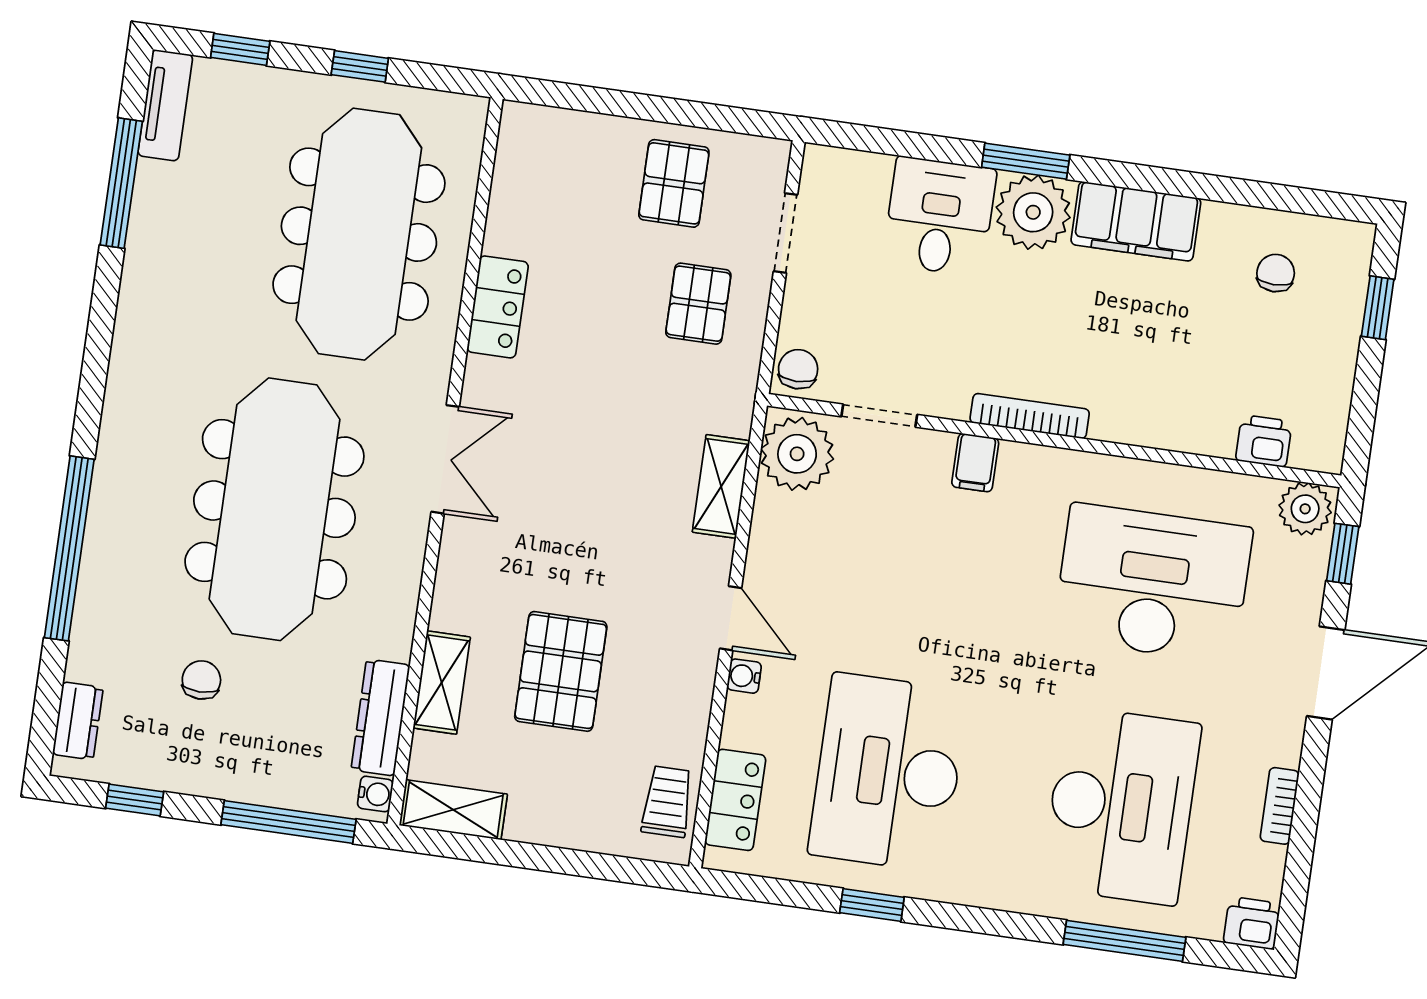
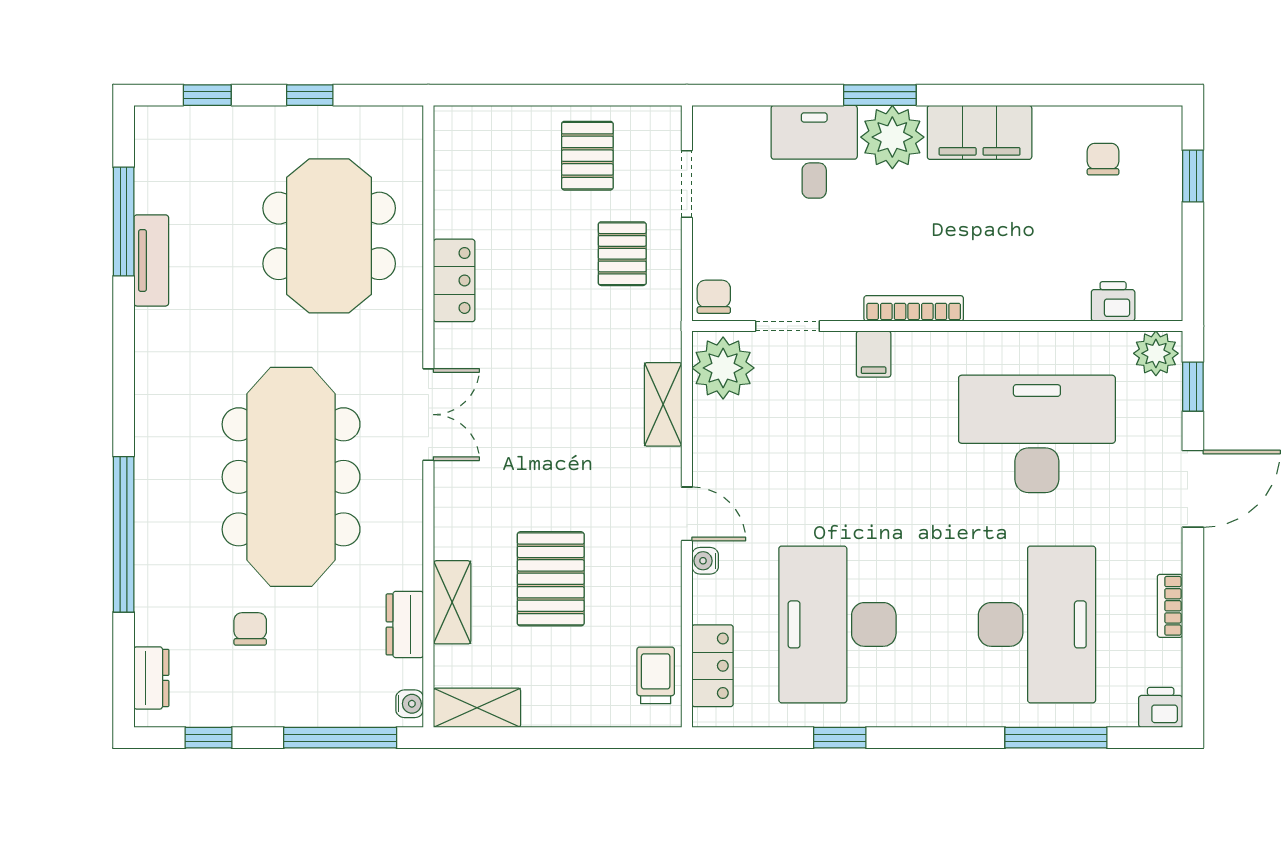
tv unit: (165, 105) -> (151, 260), moved
meeting table: (359, 234) -> (329, 236), width x0.73
dresser: (380, 717) -> (405, 624), width x0.70

